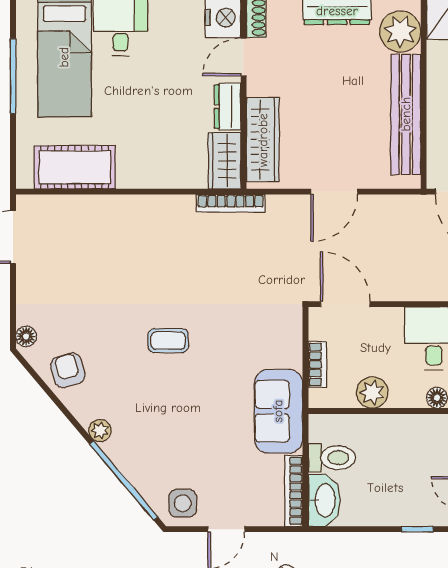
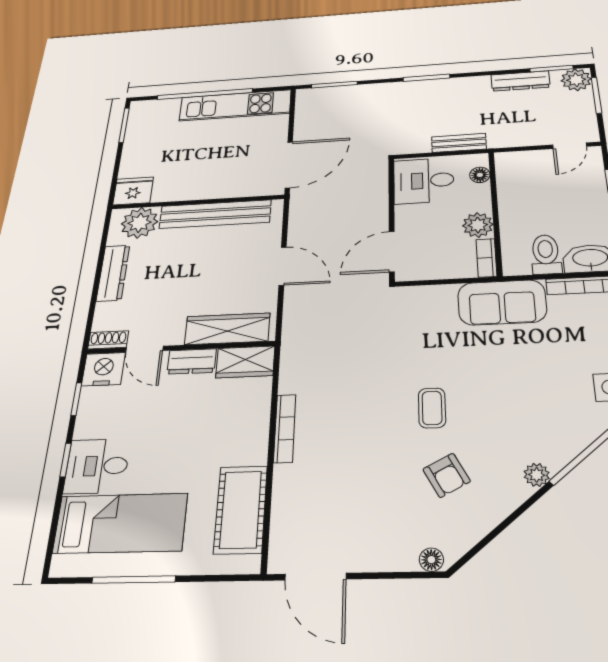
bookcase: (231, 203) -> (285, 428), moved
bookcase: (317, 364) -> (486, 258), moved, turned -90
armchair: (68, 370) -> (447, 475), moved, turned -102

